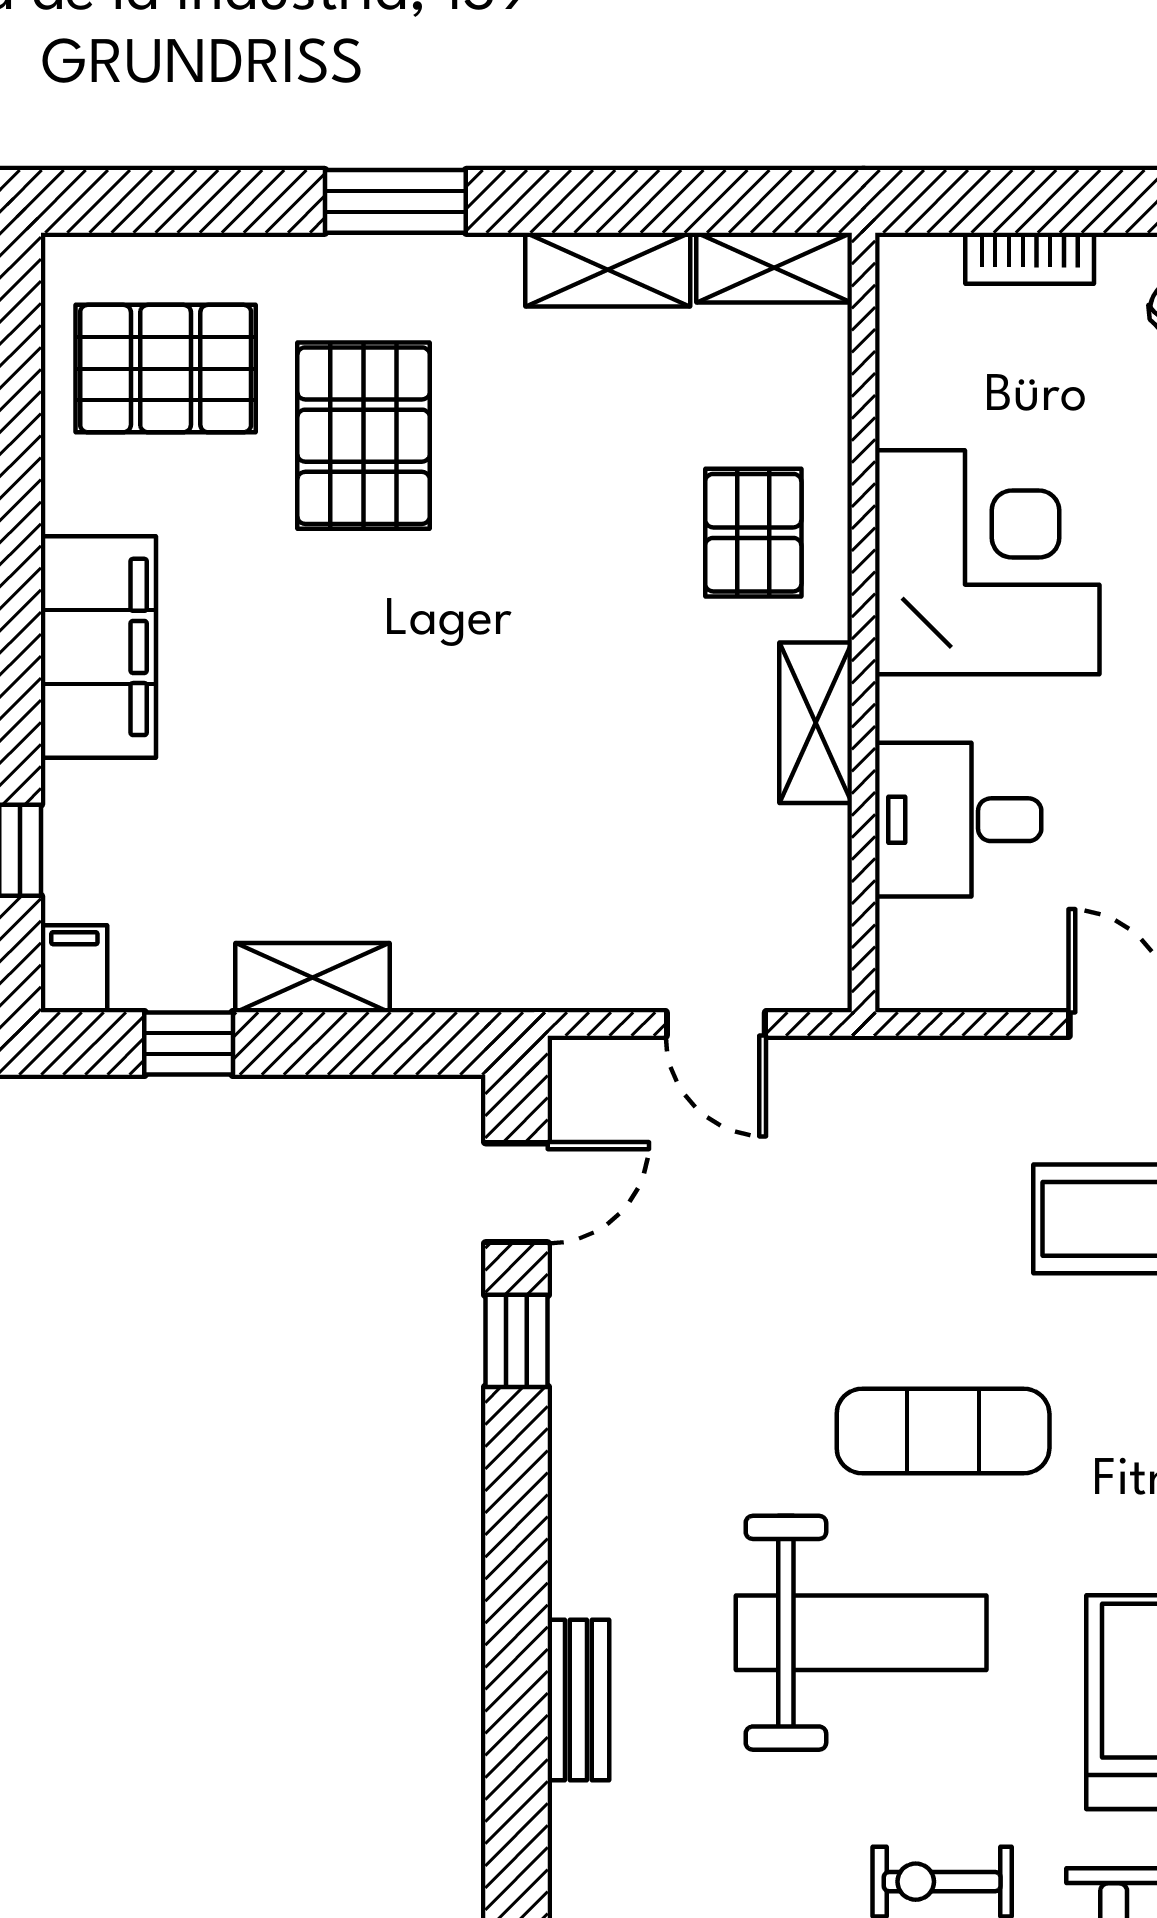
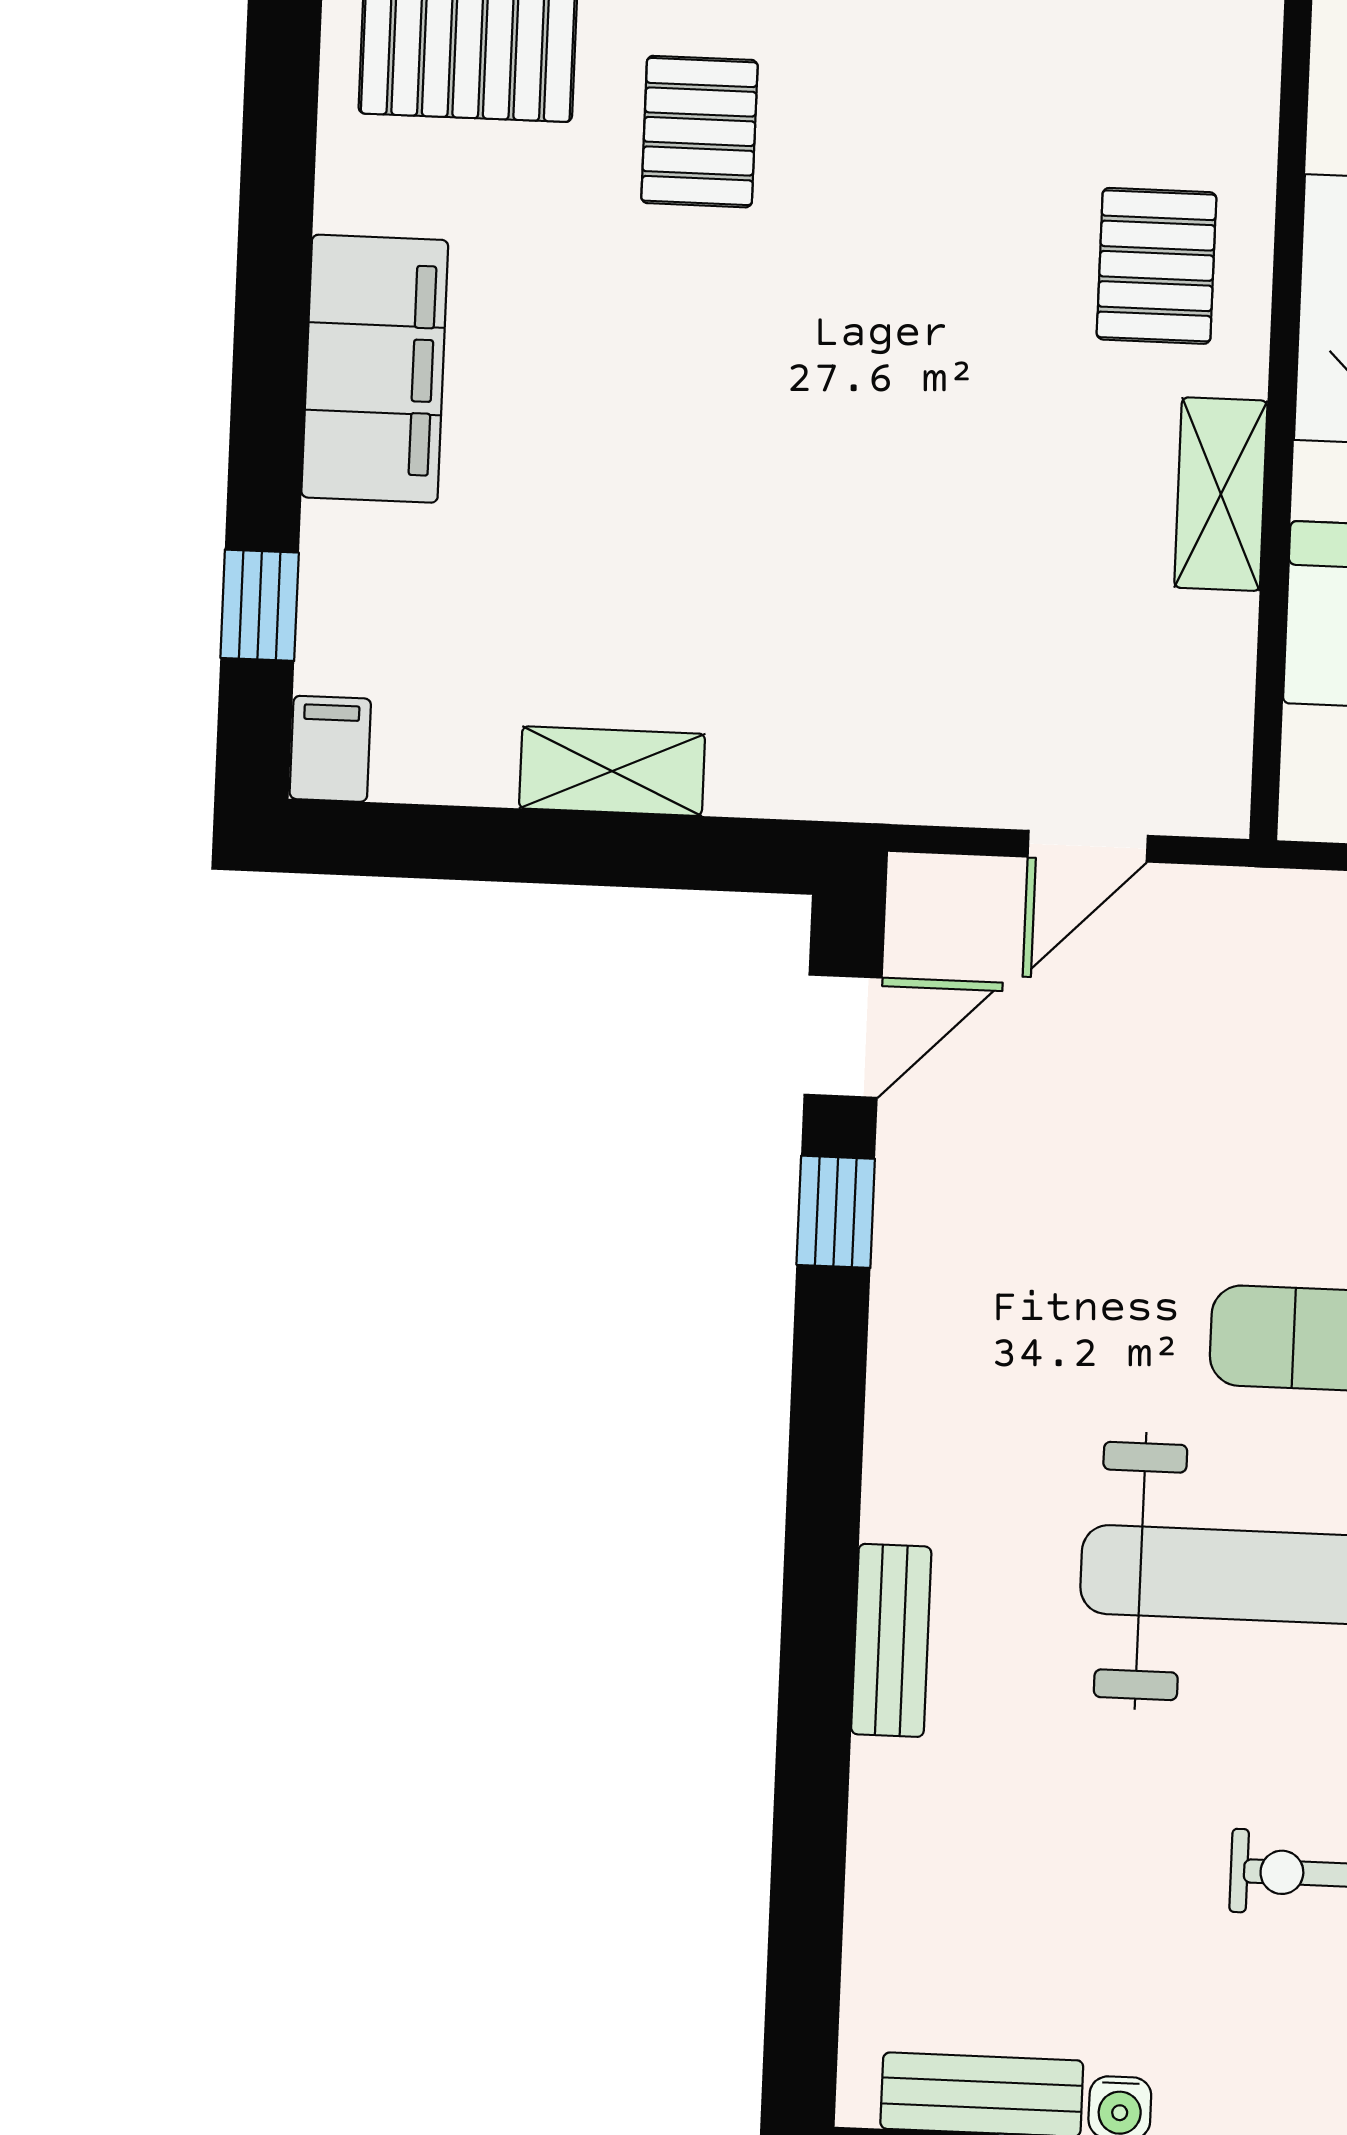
pallet: (364, 436) -> (699, 132), width x0.67, depth x0.71
door: (716, 1024) -> (1088, 846), hinge flipped
window: (189, 1043) -> (462, 843), removed

